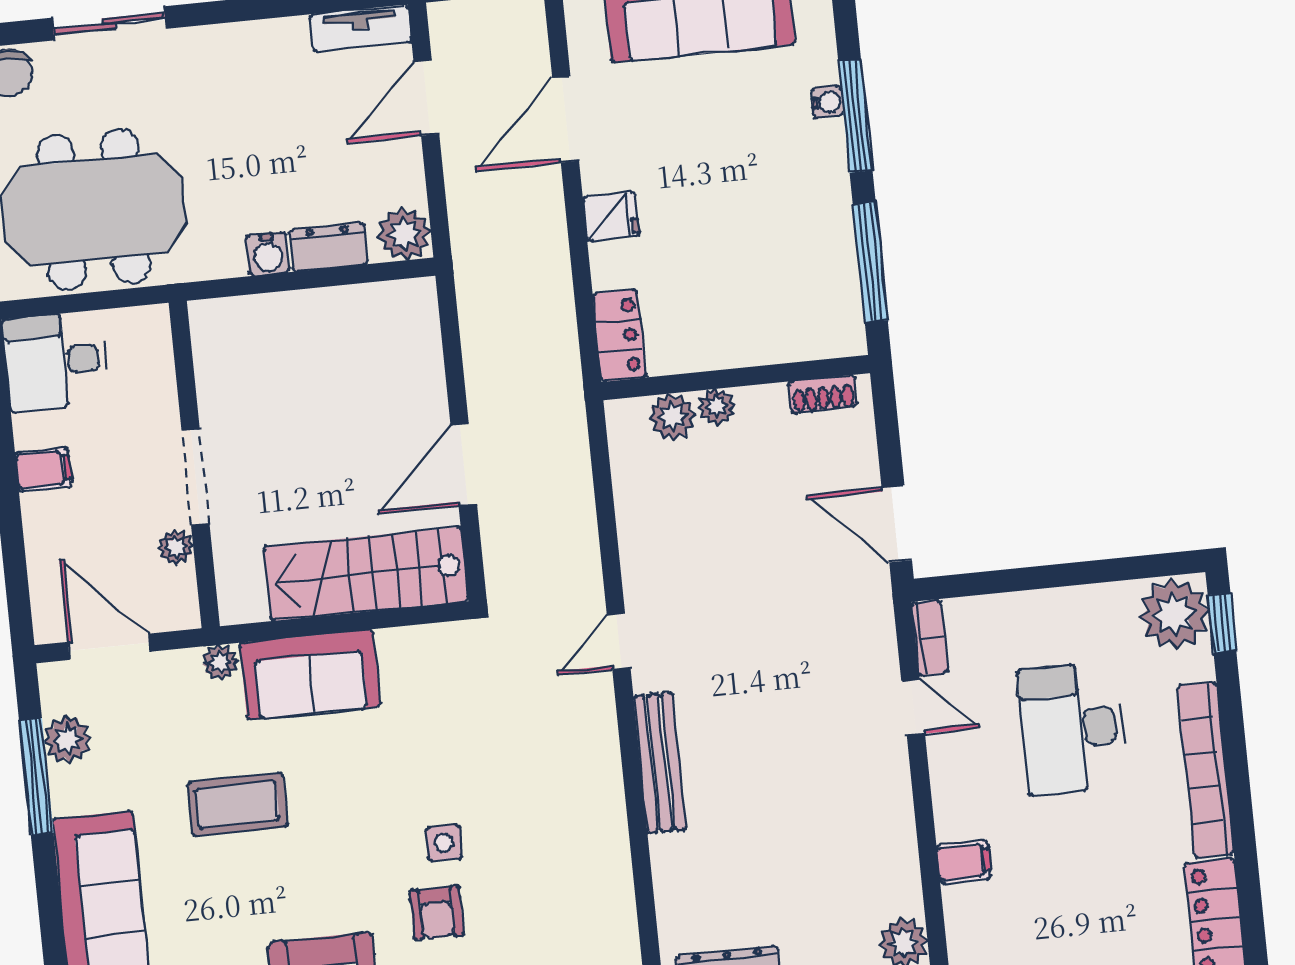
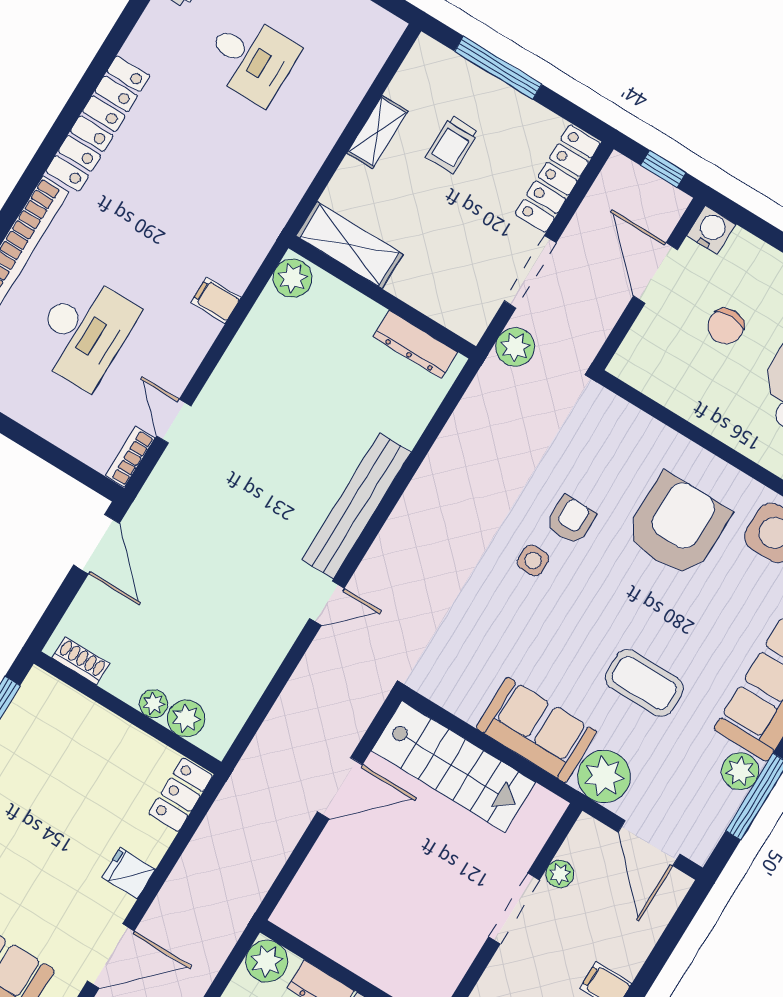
plant: (220, 662) -> (604, 776), width x1.88, depth x1.88
plant: (68, 740) -> (740, 771), moved
bench: (660, 763) -> (357, 506), width x1.37, depth x1.21

